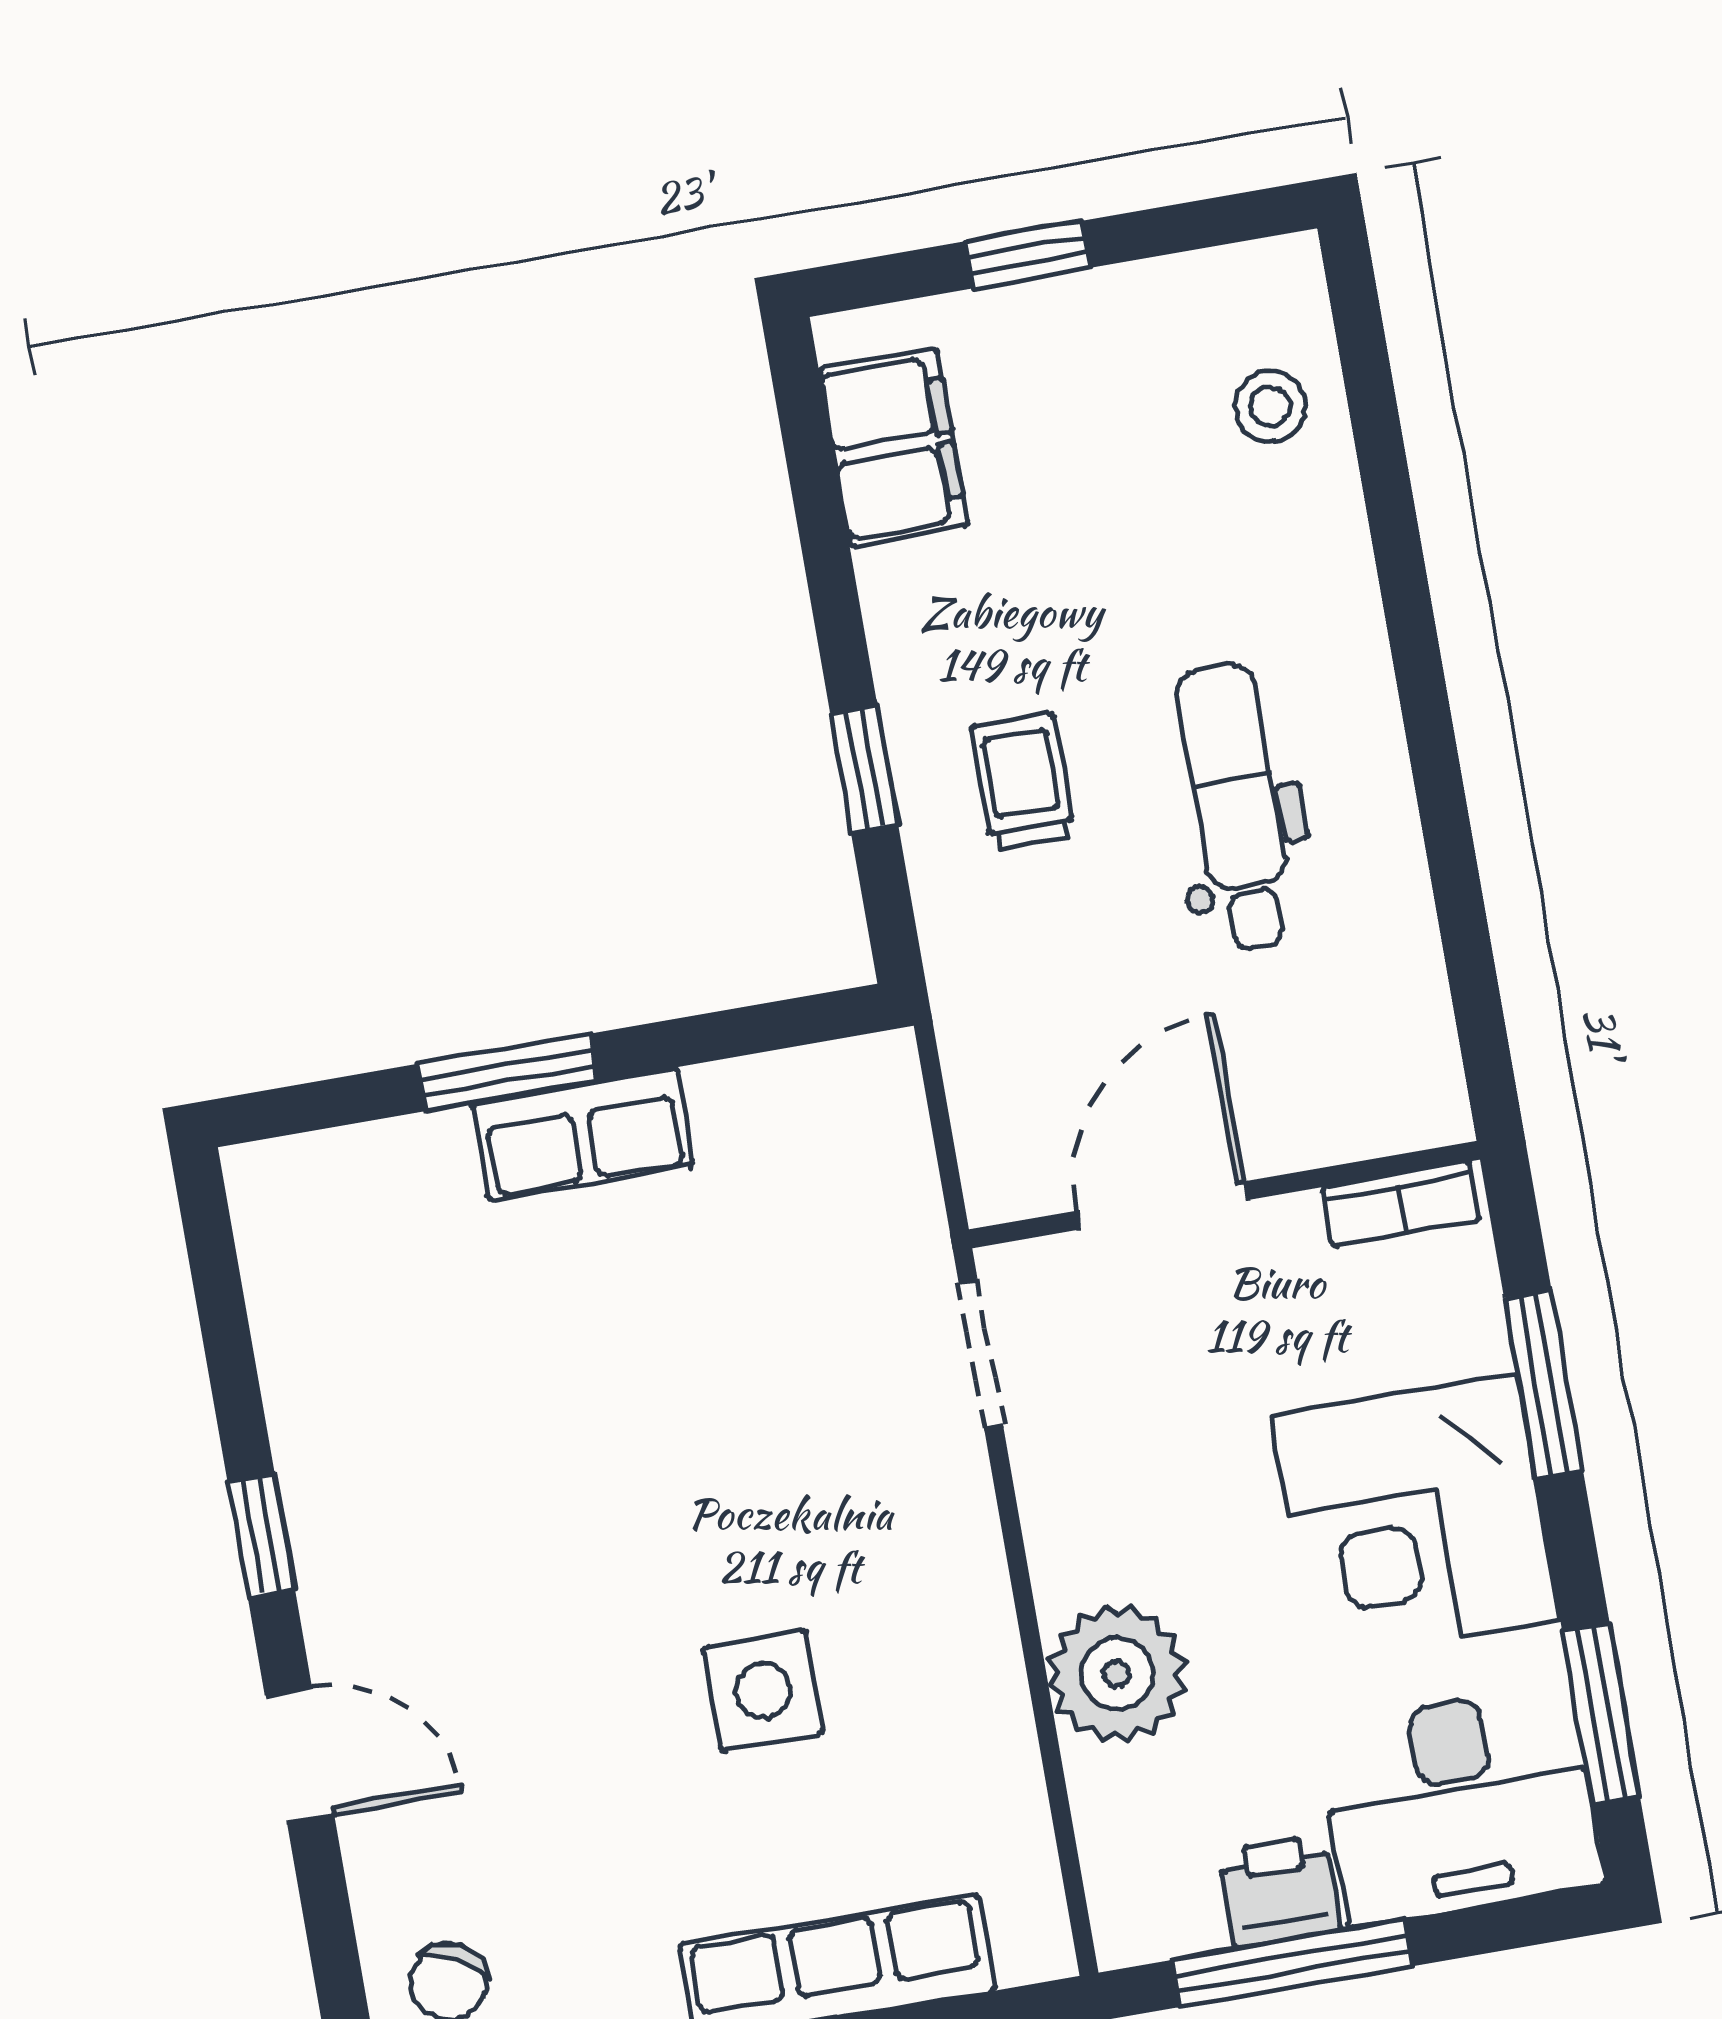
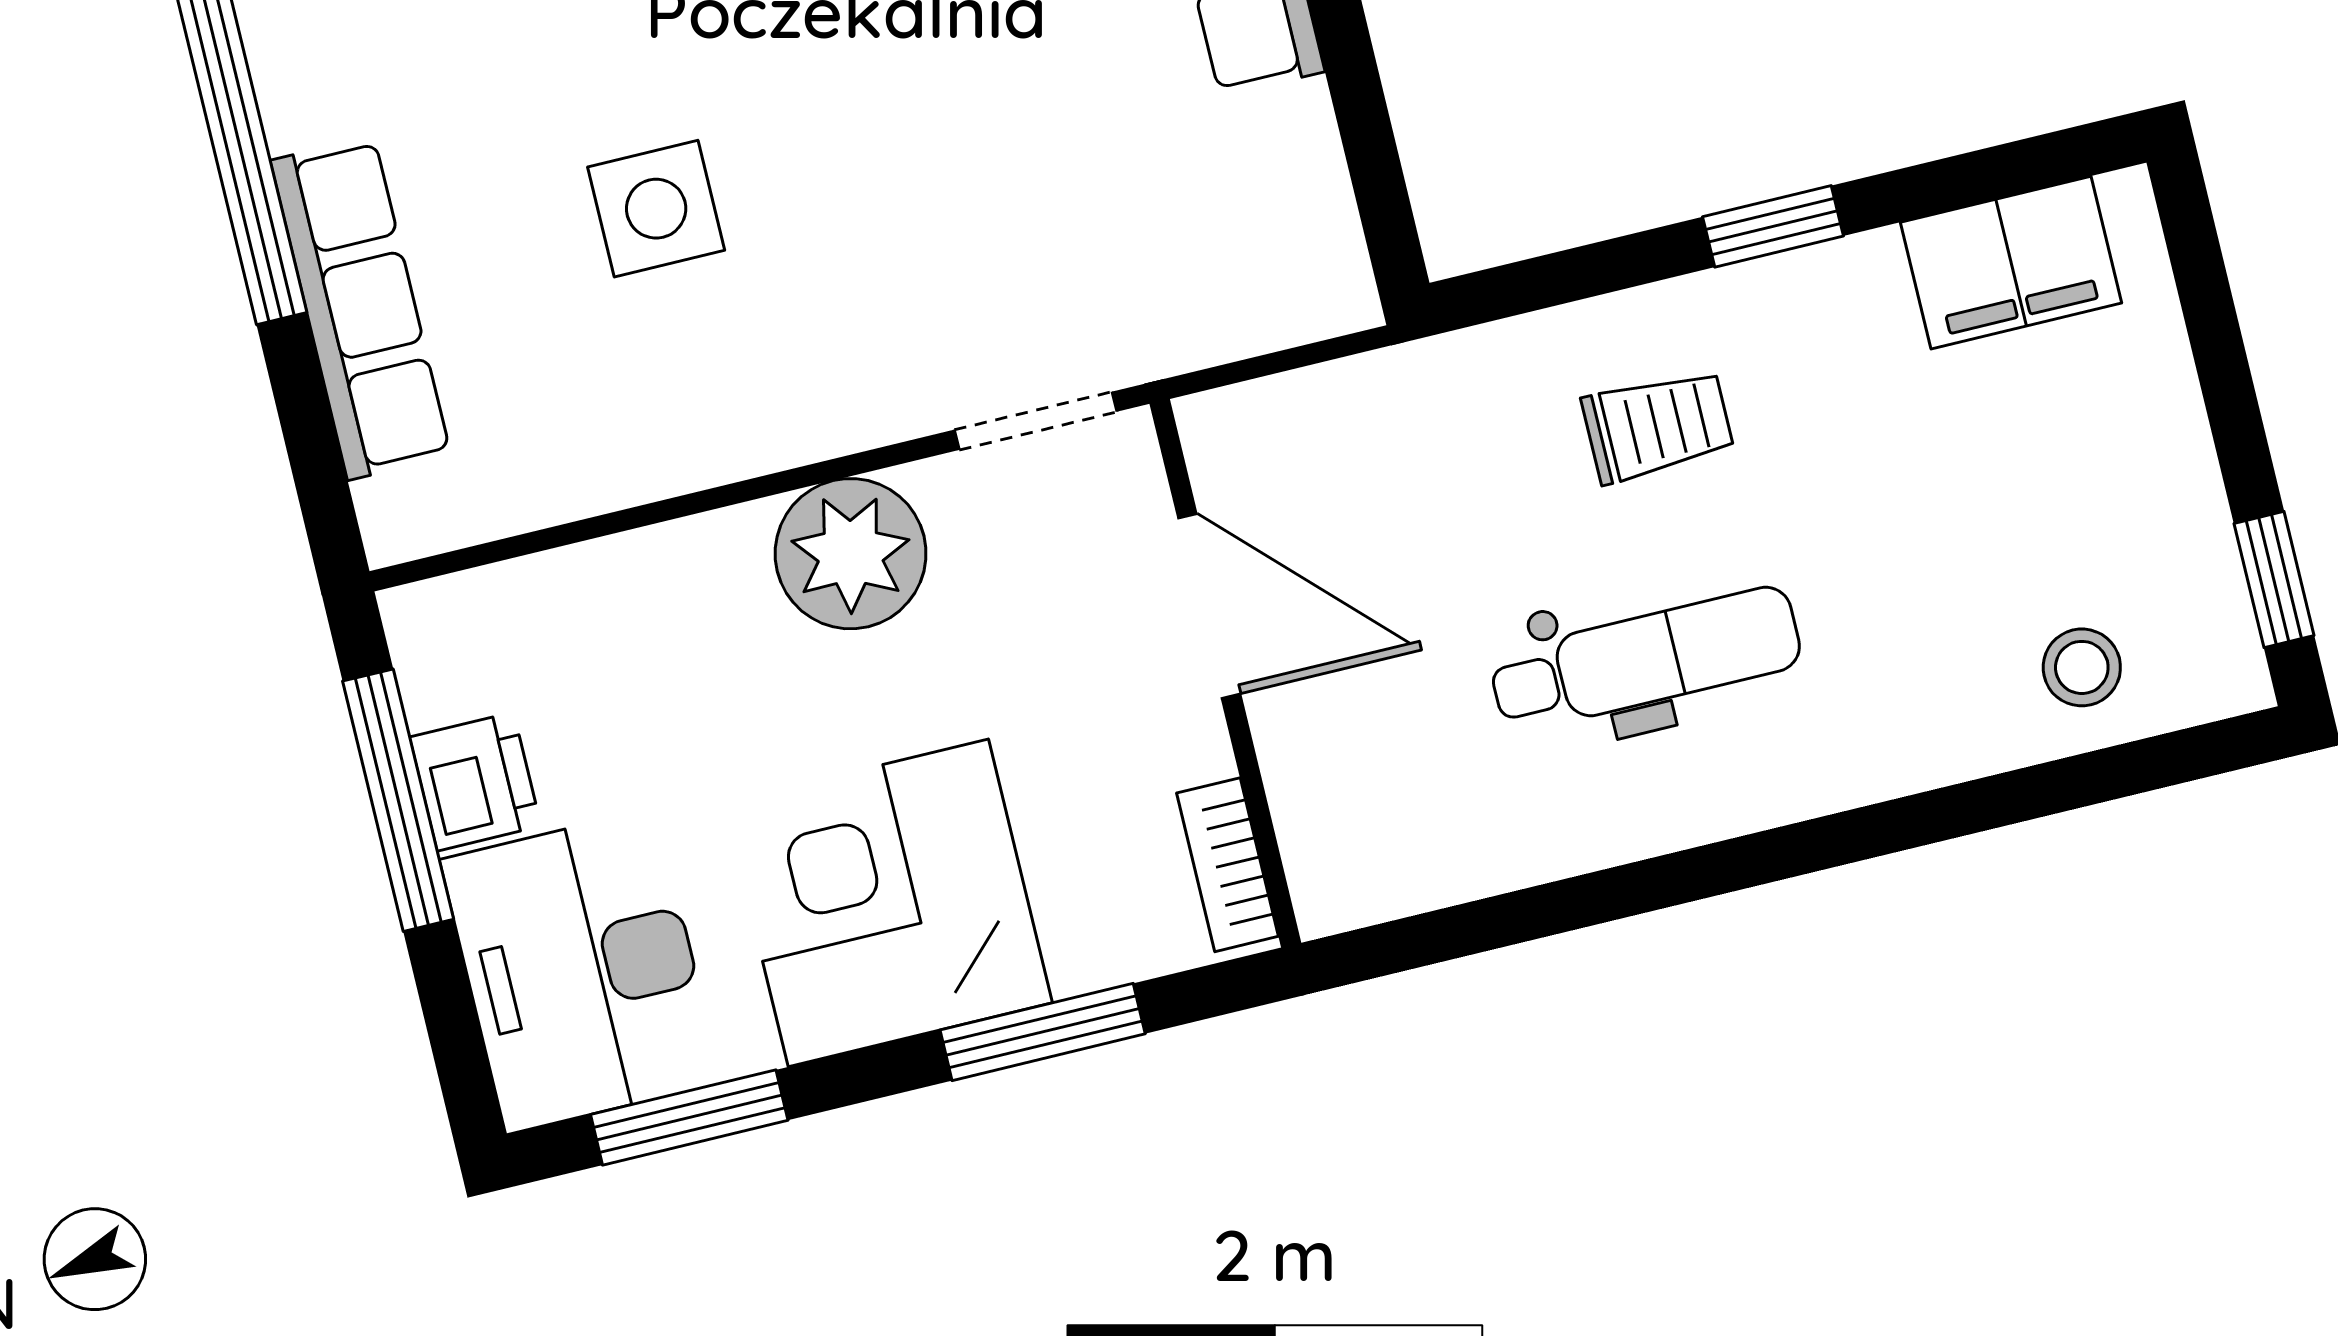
window: (1028, 255) -> (2274, 579), moved
window: (864, 769) -> (1773, 226), moved
plant: (1117, 1674) -> (851, 554), moved

